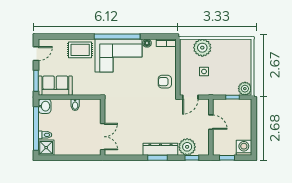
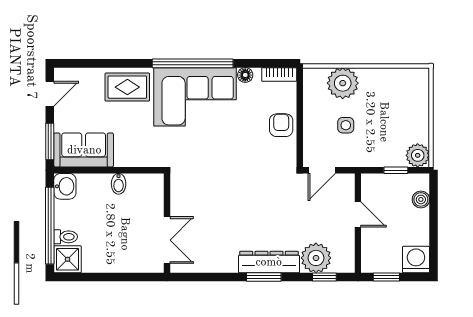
armchair: (165, 82) -> (281, 125), moved, turned 90
boiler: (247, 114) -> (421, 199), added

